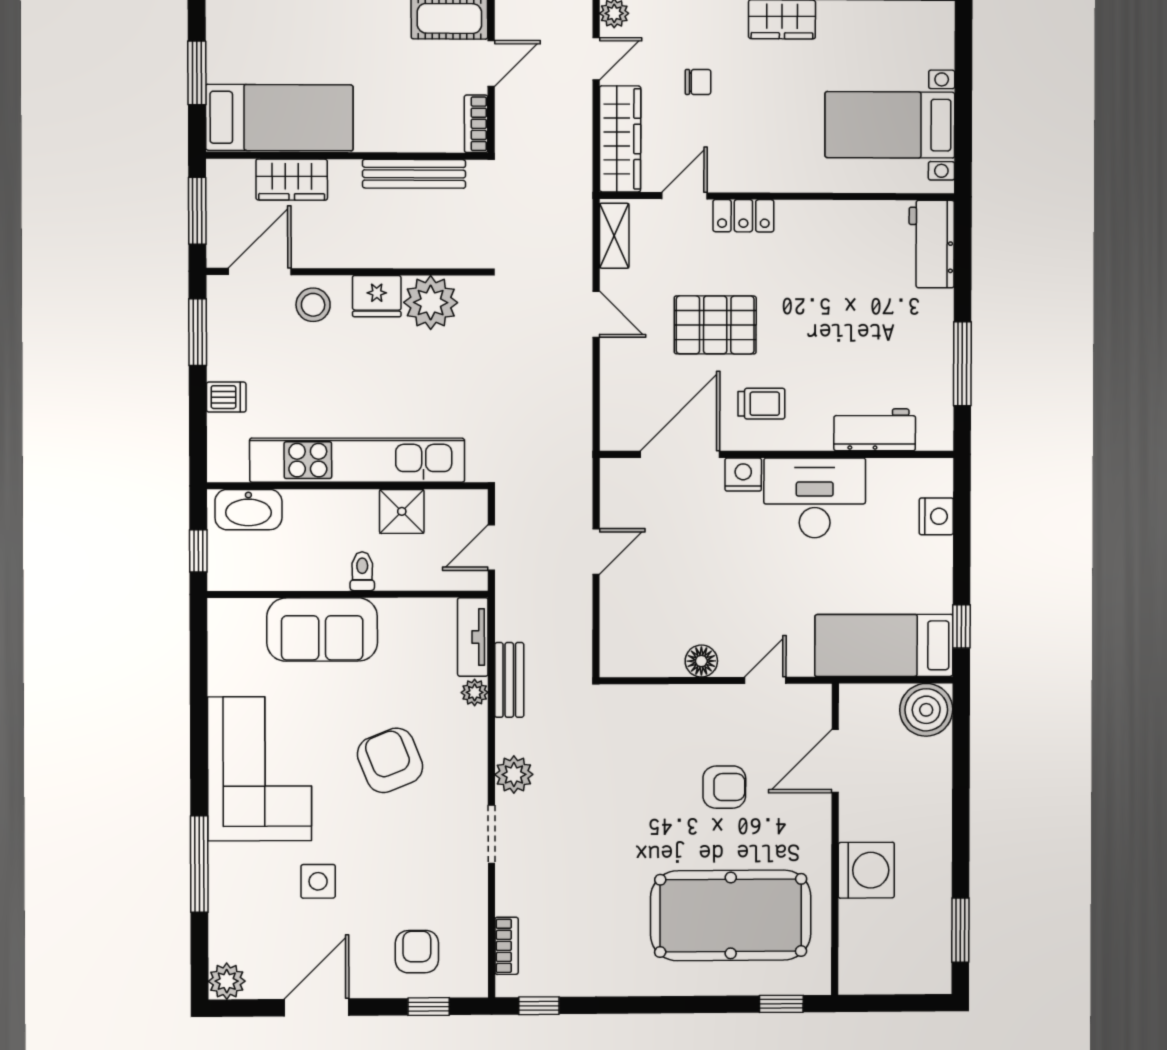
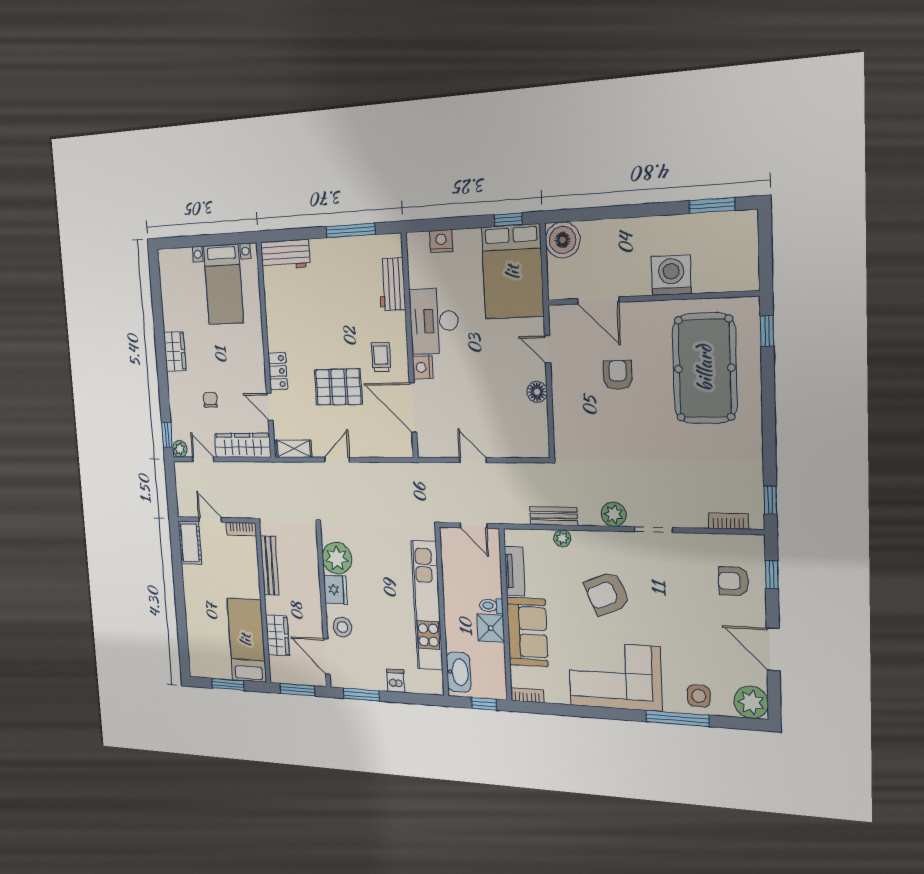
pallet: (715, 325) -> (338, 387), turned 90
shower: (402, 511) -> (491, 628), moved
bookcase: (218, 625) -> (527, 695), added
tv unit: (473, 637) -> (515, 571), moved, turned -90
bed: (884, 645) -> (513, 272), width x1.50
side table: (318, 881) -> (699, 696), moved
plant: (227, 981) -> (751, 702), width x1.36, depth x1.36

